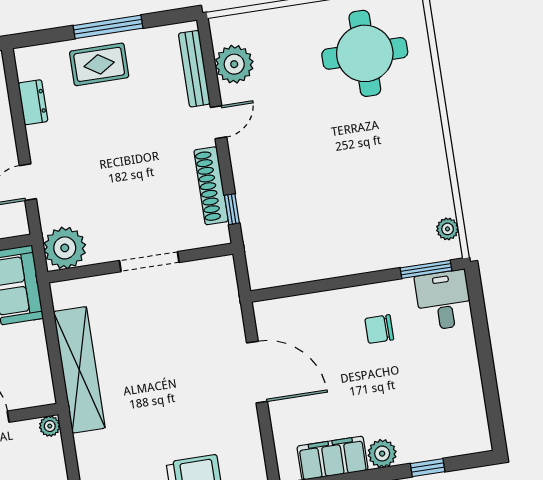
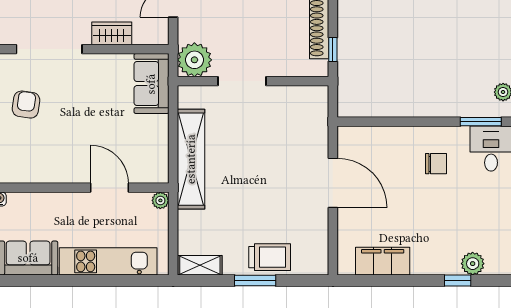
doorway: (149, 262) -> (242, 81), moved
chair: (379, 329) -> (436, 164), turned 180
plant: (382, 454) -> (473, 264), moved

